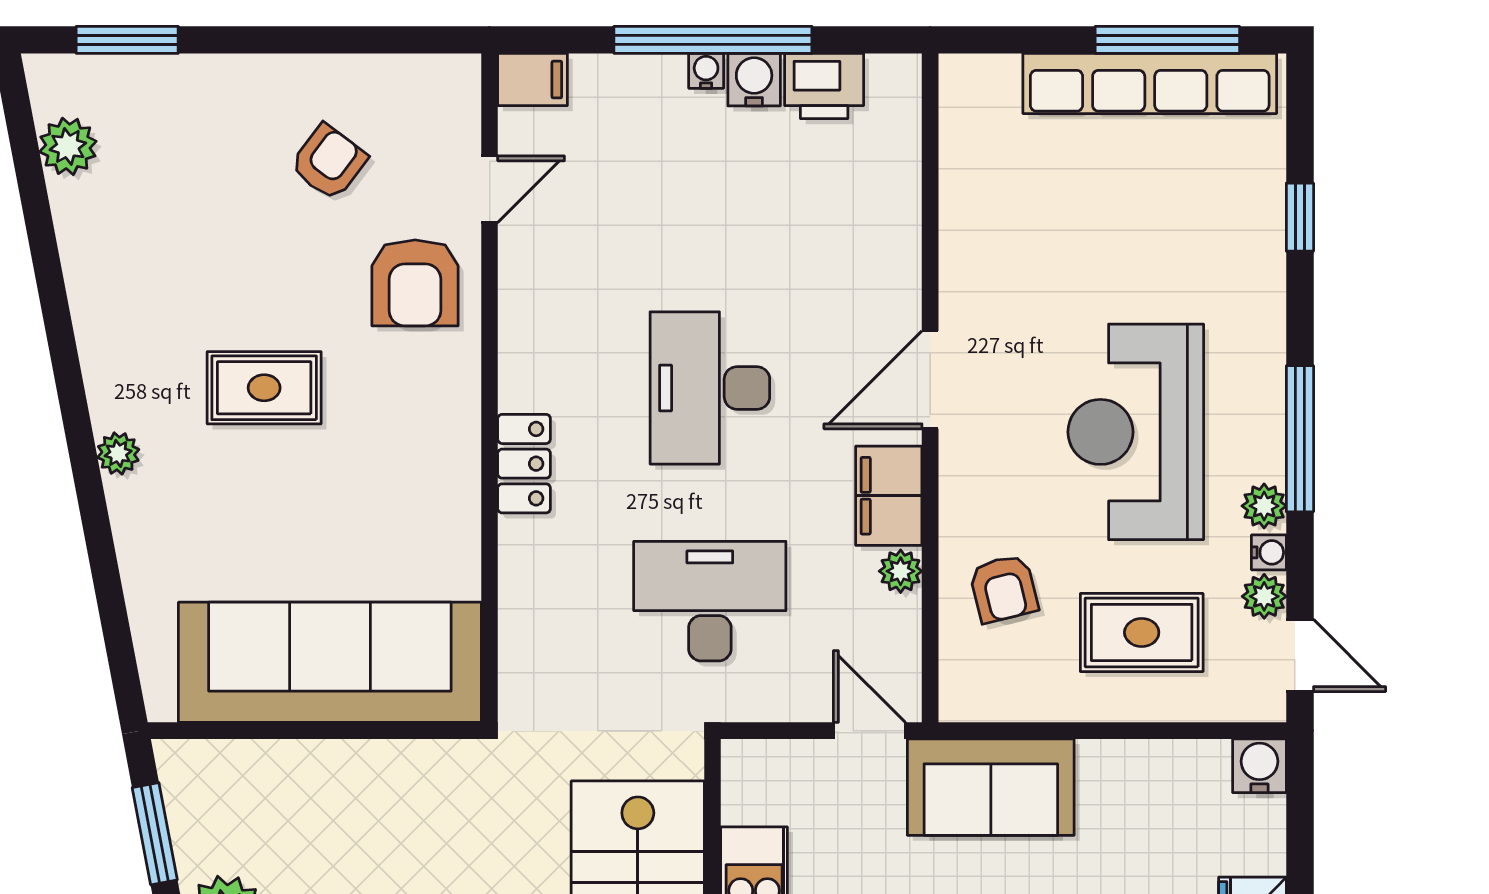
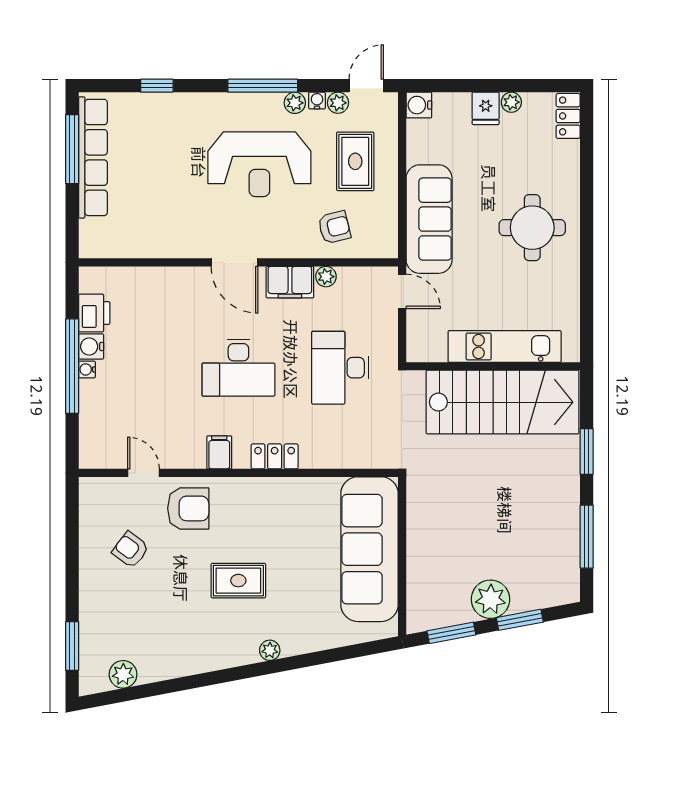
filing cabinet: (532, 80) -> (219, 452), moved
rug: (264, 388) -> (238, 581), turned 90
door: (869, 731) -> (402, 291), swing flipped
sofa: (991, 787) -> (429, 219), width x1.36

